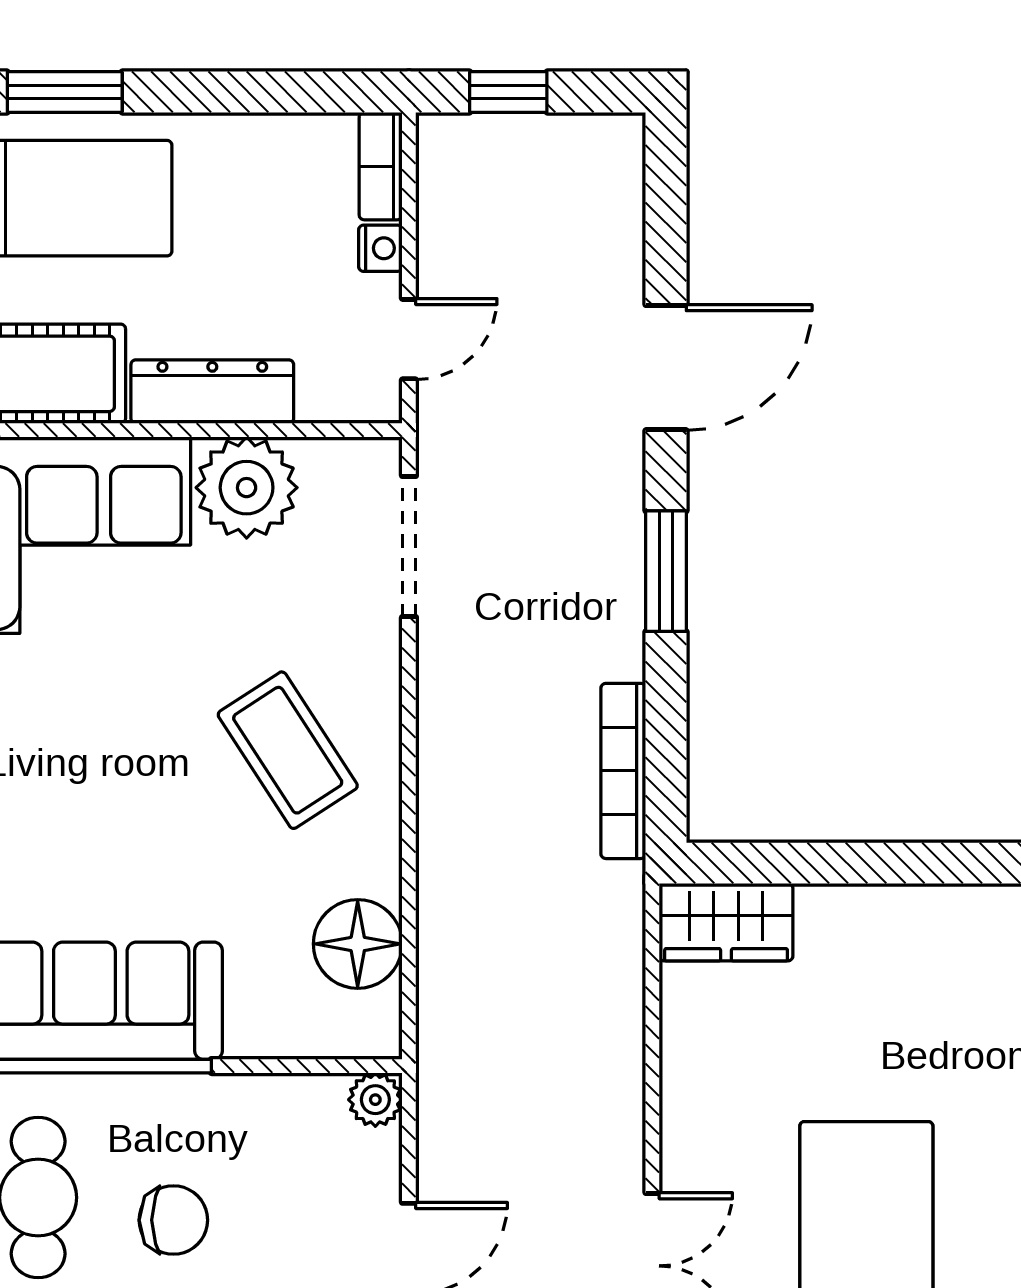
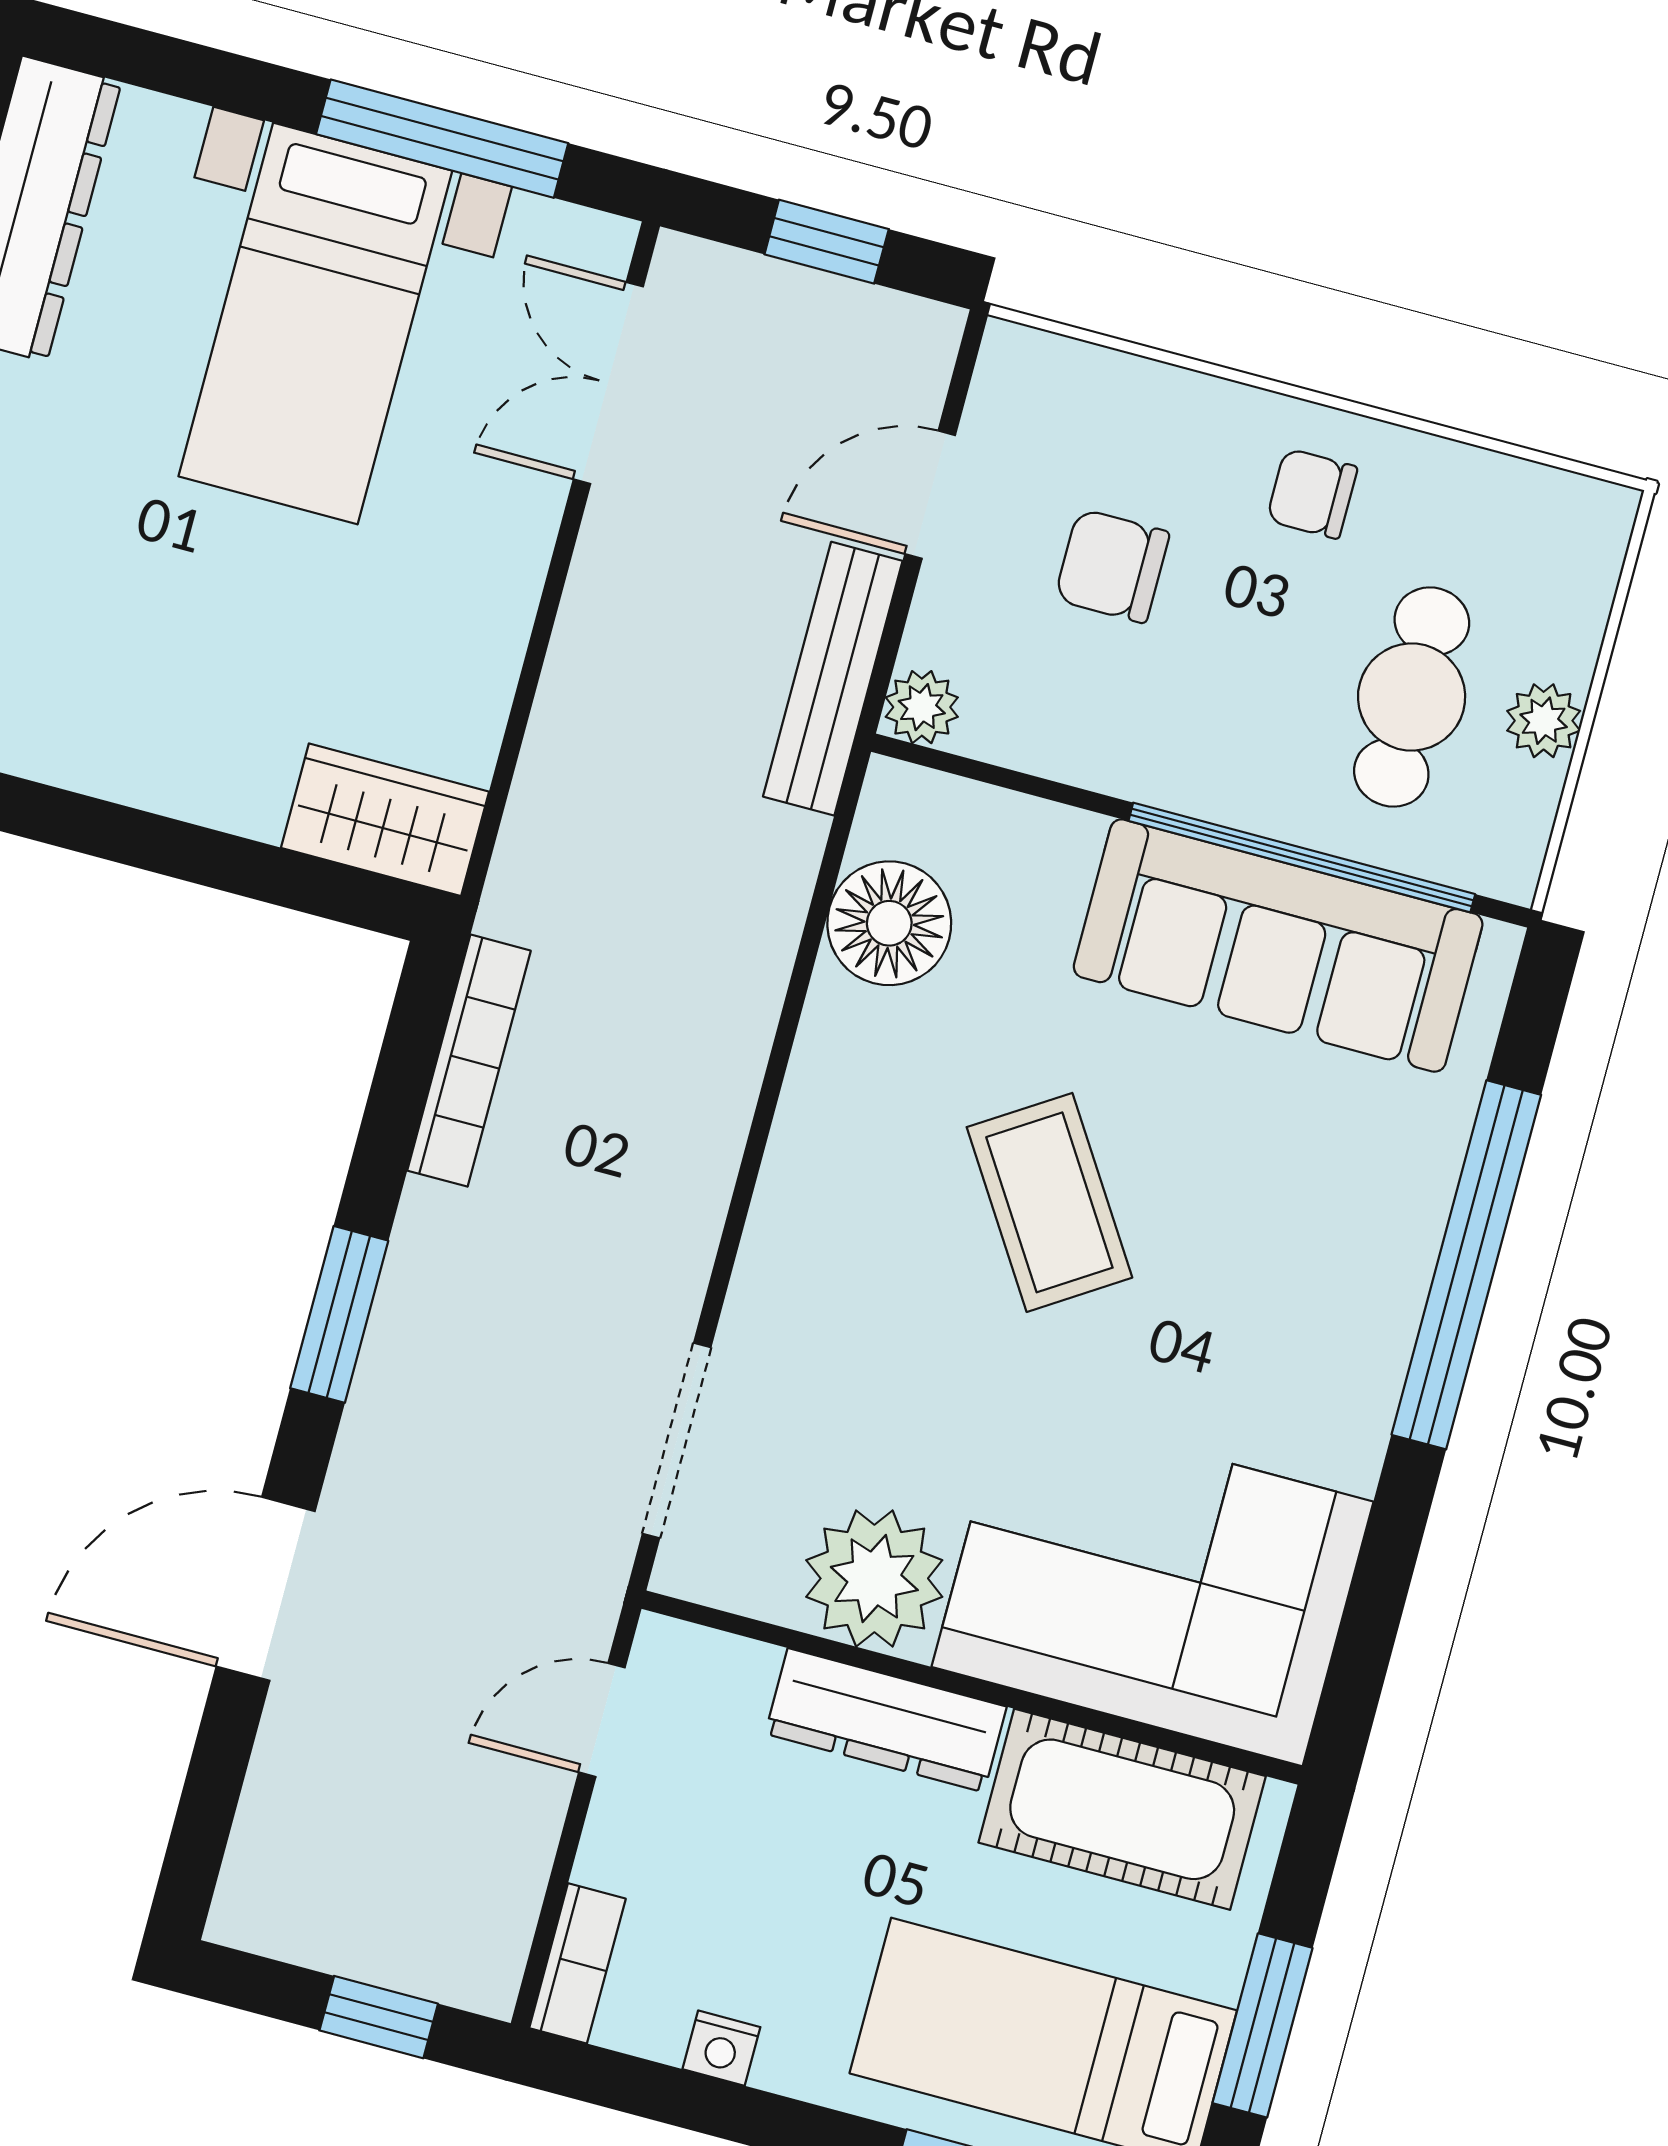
nightstand: (380, 248) -> (721, 2048), moved, turned -90
coffee table: (288, 750) -> (1049, 1202), moved
bench: (442, 1103) -> (833, 679), added
chair: (173, 1220) -> (1112, 566), moved

